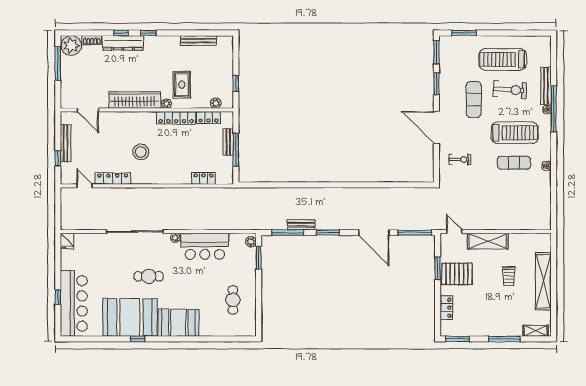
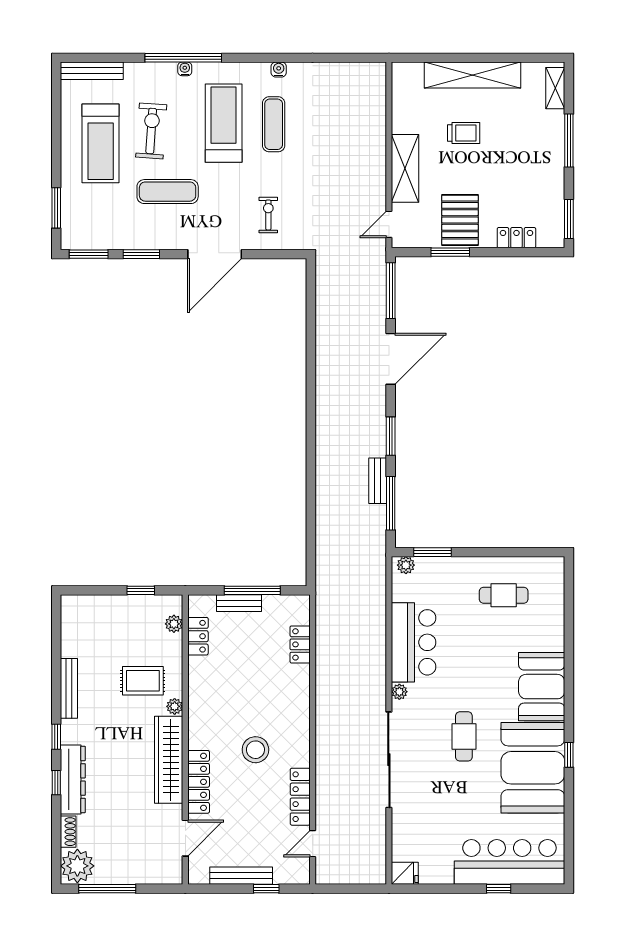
bench: (198, 41) -> (69, 688), moved
bench: (546, 86) -> (92, 71), moved
locker: (176, 118) -> (199, 782), moved

